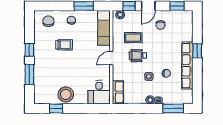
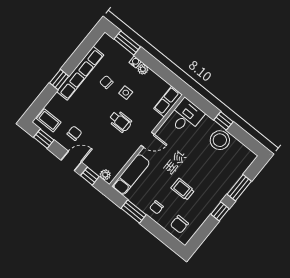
coffee table: (133, 38) -> (49, 120), moved
window: (56, 108) -> (223, 121), moved

